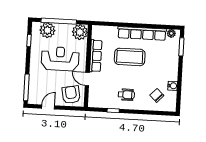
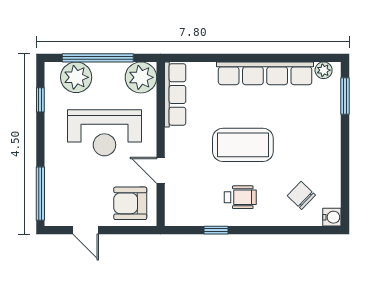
row of seats: (96, 56) -> (175, 94), moved
coffee table: (130, 57) -> (243, 145), moved
reception desk: (60, 59) -> (104, 133), turned 180
water cooler: (173, 86) -> (332, 217), moved
armchair: (71, 95) -> (130, 203), turned -79
door: (48, 107) -> (86, 230), swing flipped

